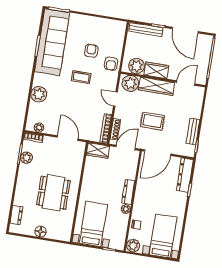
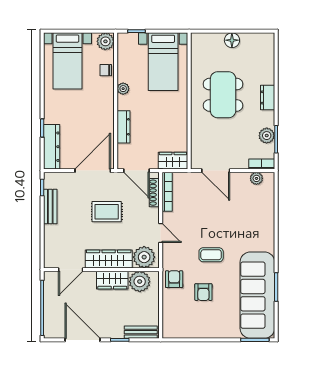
bench: (146, 30) -> (141, 332), width x0.73
plant: (39, 94) -> (264, 223), removed
door: (126, 148) -> (136, 171), hinge flipped
dresser: (128, 192) -> (123, 127), moved
dresser: (16, 215) -> (268, 97), moved

